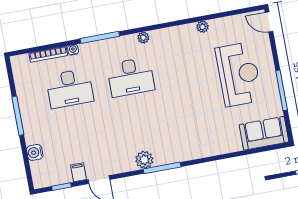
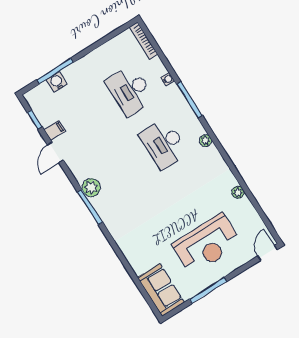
bookcase: (48, 54) -> (143, 41), moved
window: (18, 116) -> (55, 71), moved

